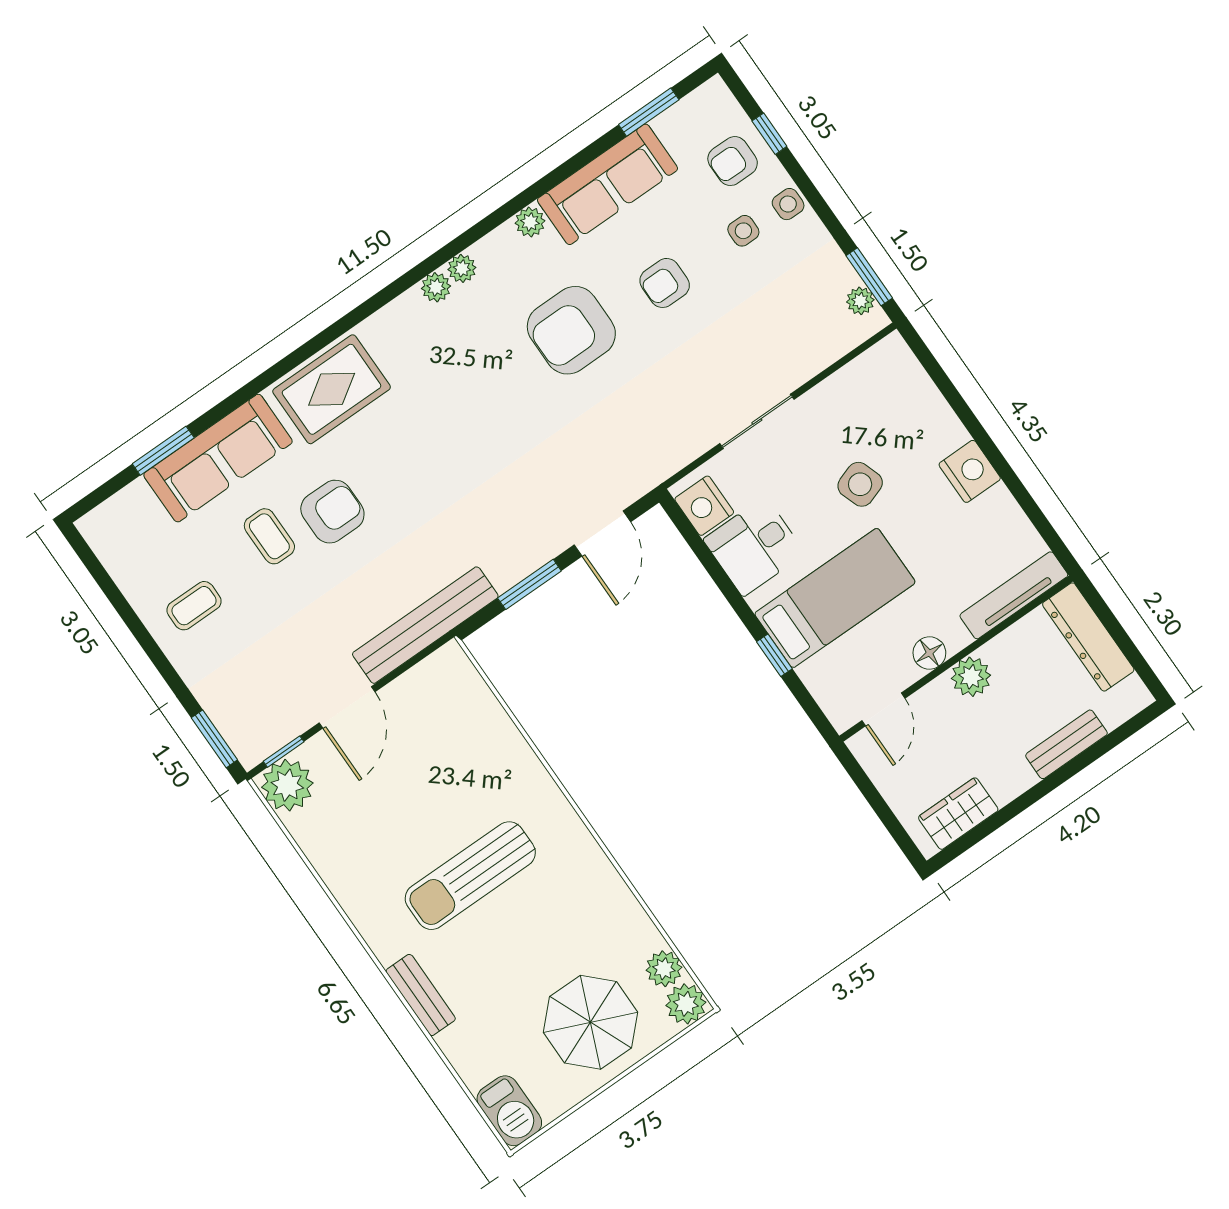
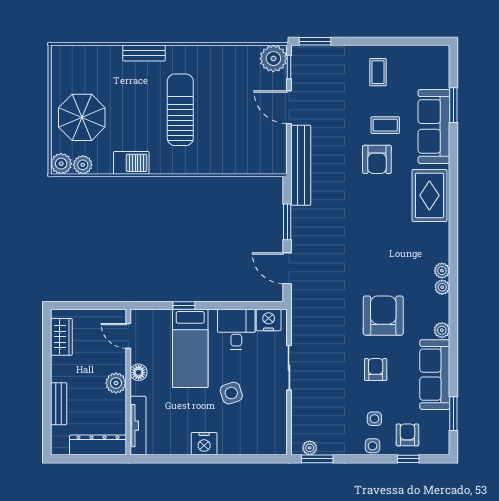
barbecue: (509, 1111) -> (131, 163), moved, turned 180

